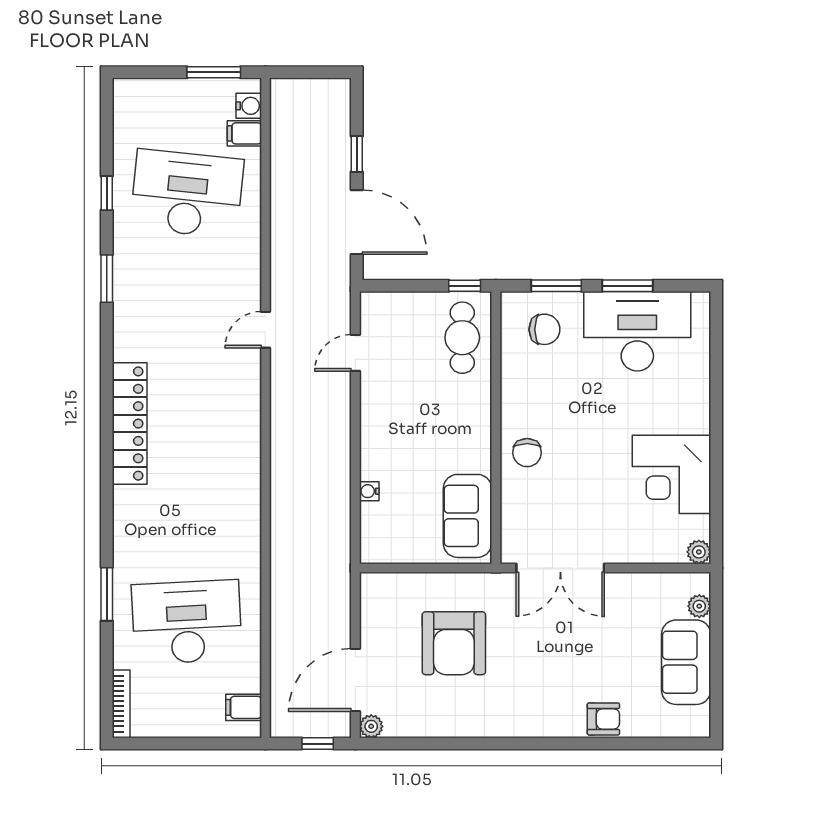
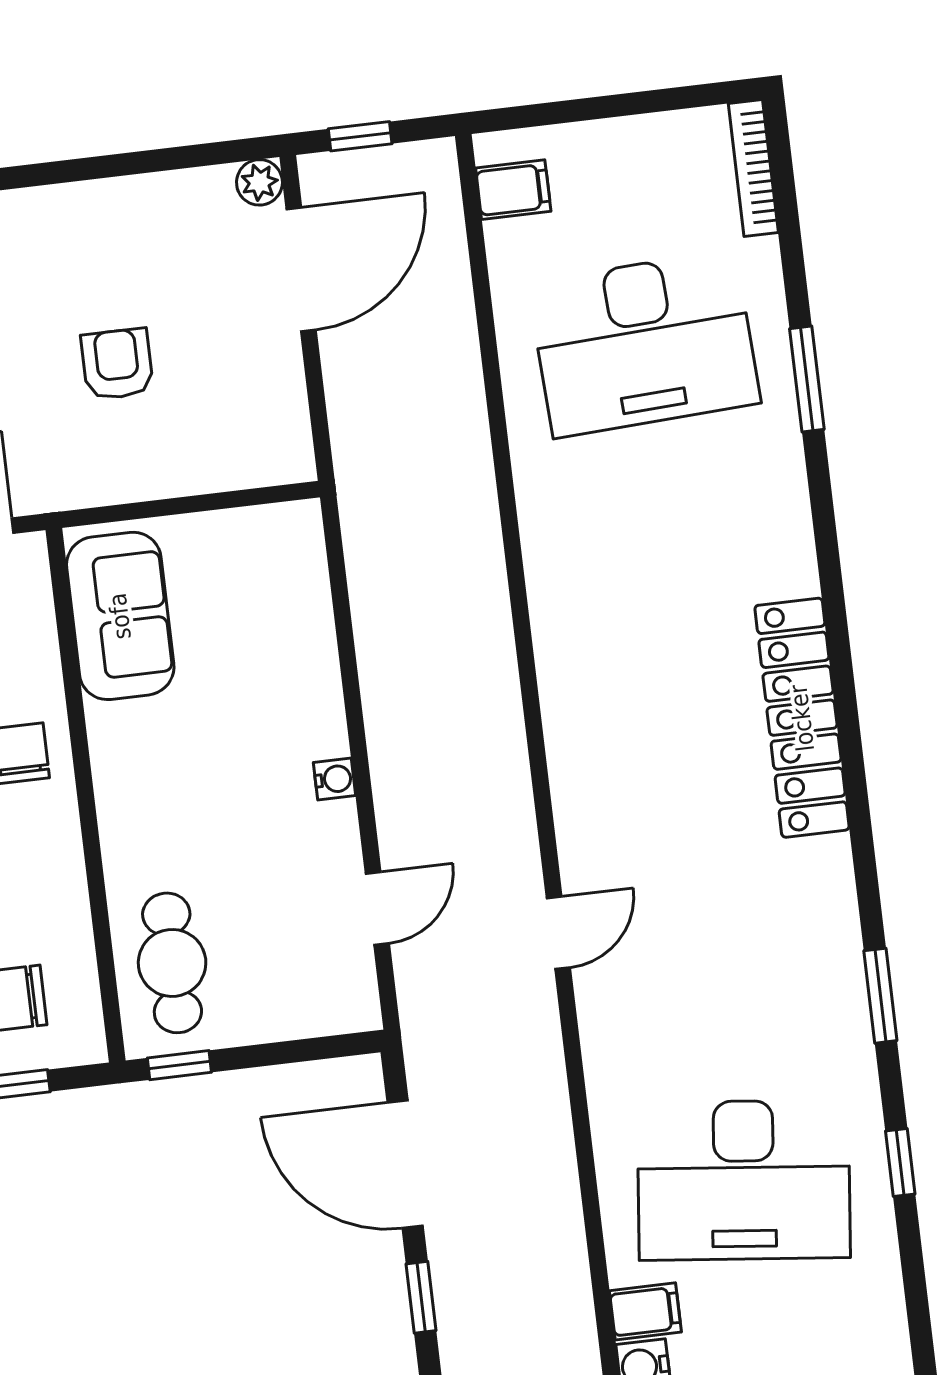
water cooler: (369, 491) -> (334, 779), moved
armchair: (454, 643) -> (117, 364), width x0.53, depth x0.53

